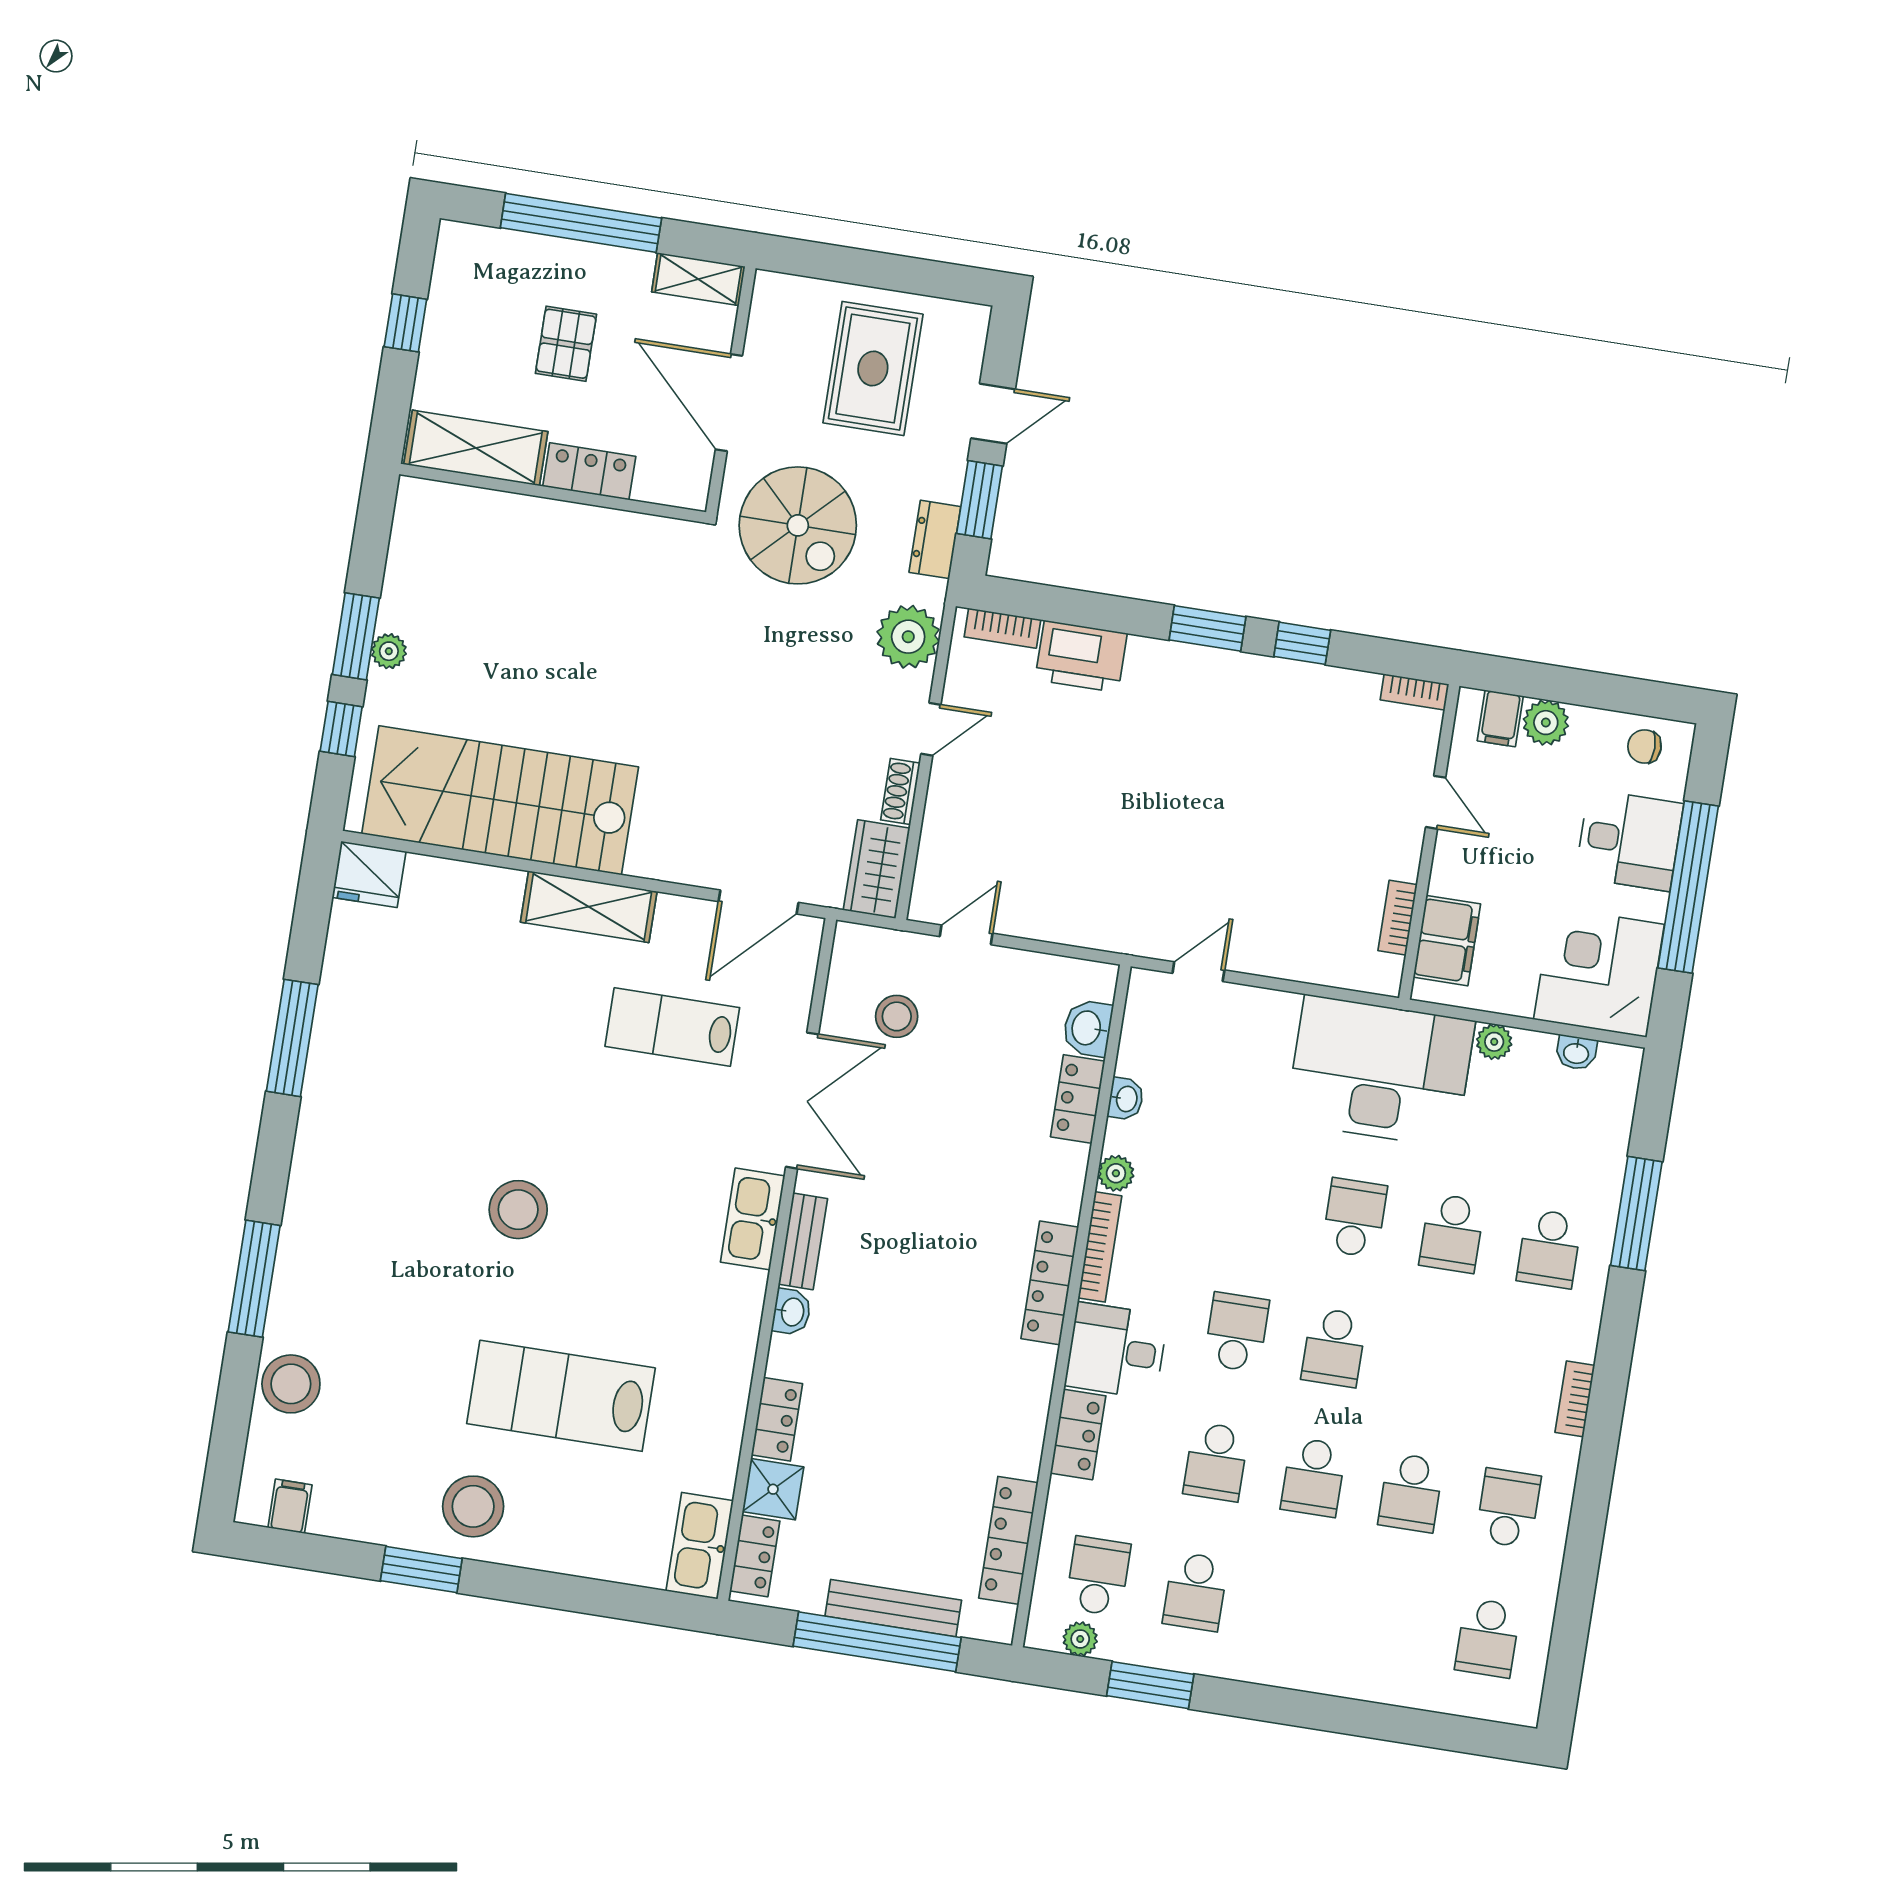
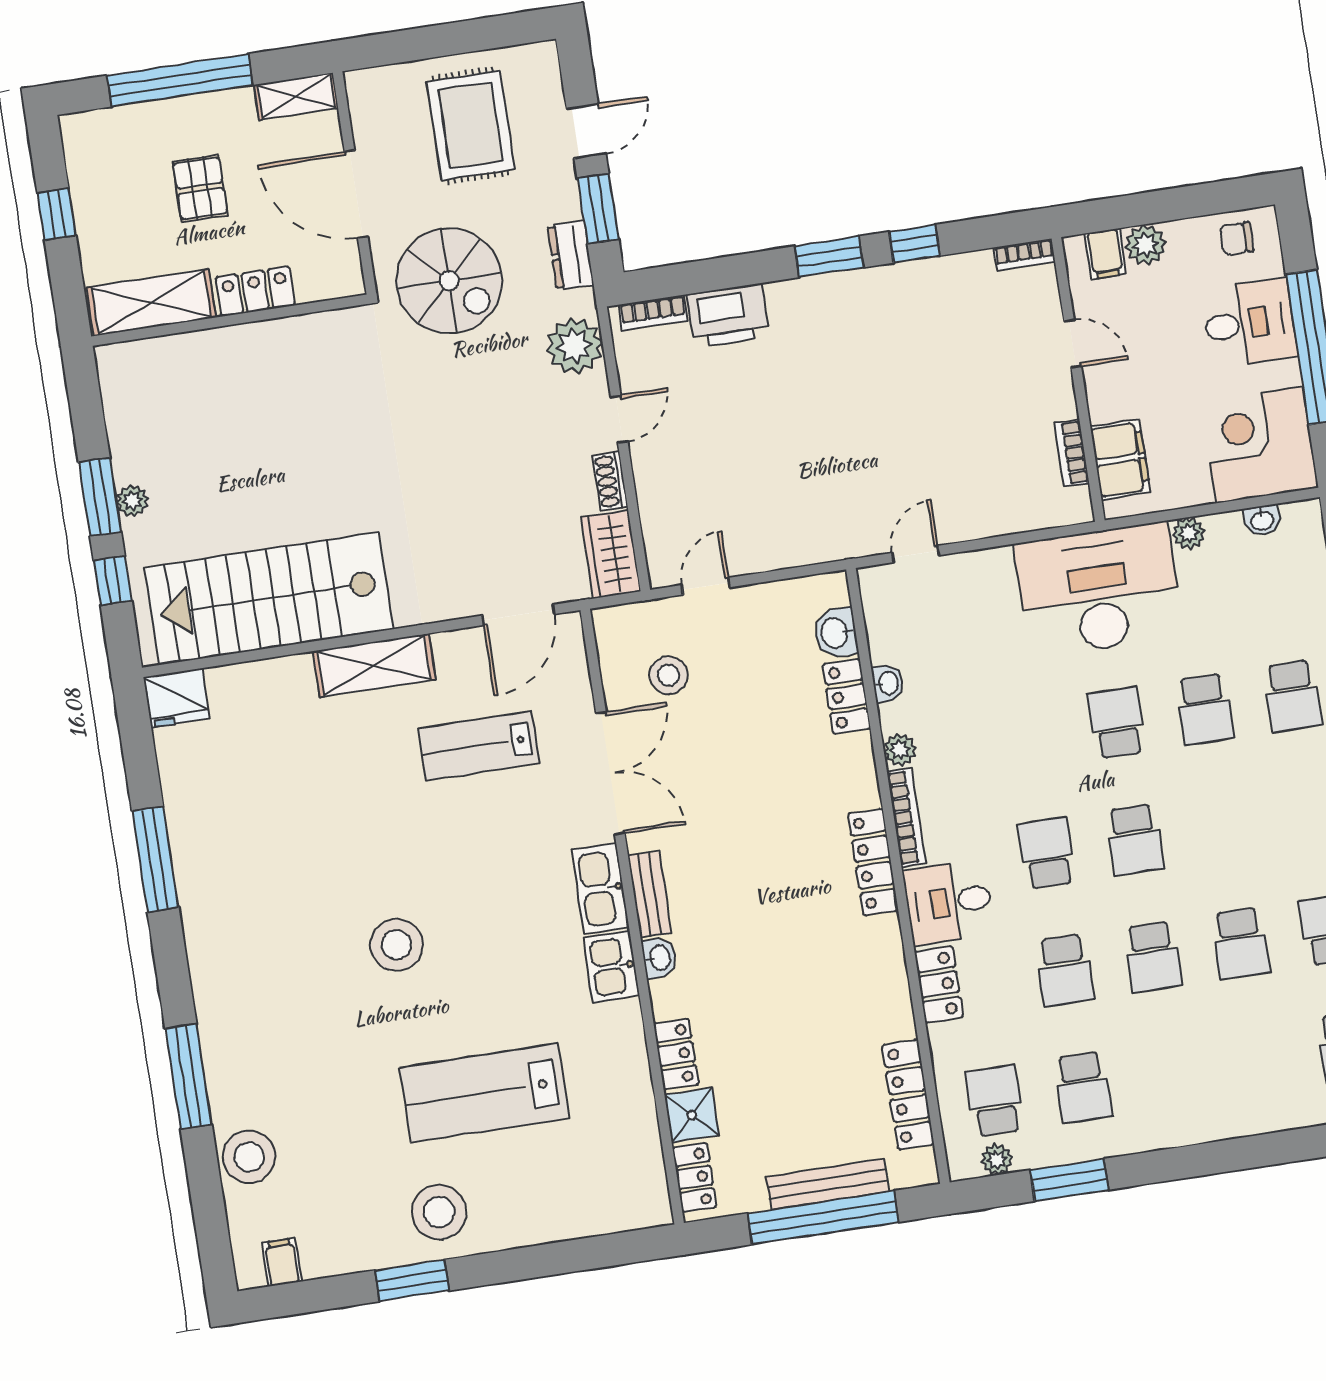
kitchen sink: (700, 1546) -> (611, 967), moved, width x0.73

